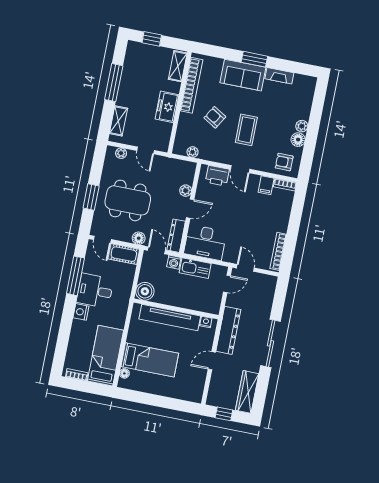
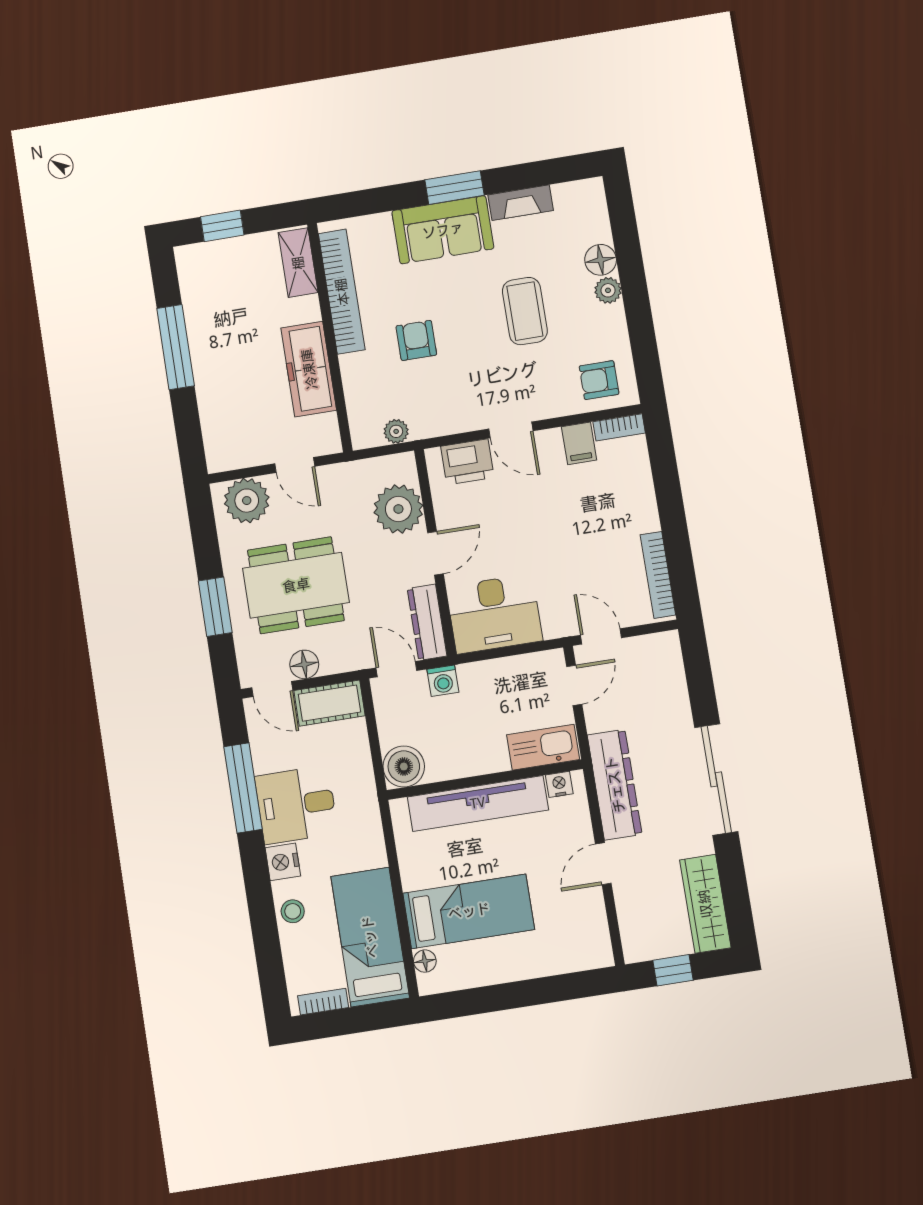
freezer: (167, 107) -> (309, 369), width x1.40
armchair: (215, 117) -> (416, 340), turned 59
shelving: (118, 121) -> (215, 424), removed
coffee table: (246, 130) -> (525, 311), moved
floor lamp: (298, 140) -> (601, 260), moved
plant: (121, 153) -> (247, 501), width x1.88, depth x1.88
plant: (186, 191) -> (398, 509), width x1.87, depth x1.87
floor lamp: (139, 238) -> (304, 664), moved
kitchen sink: (195, 268) -> (543, 747), moved, turned 180
stool: (78, 334) -> (293, 911), added

